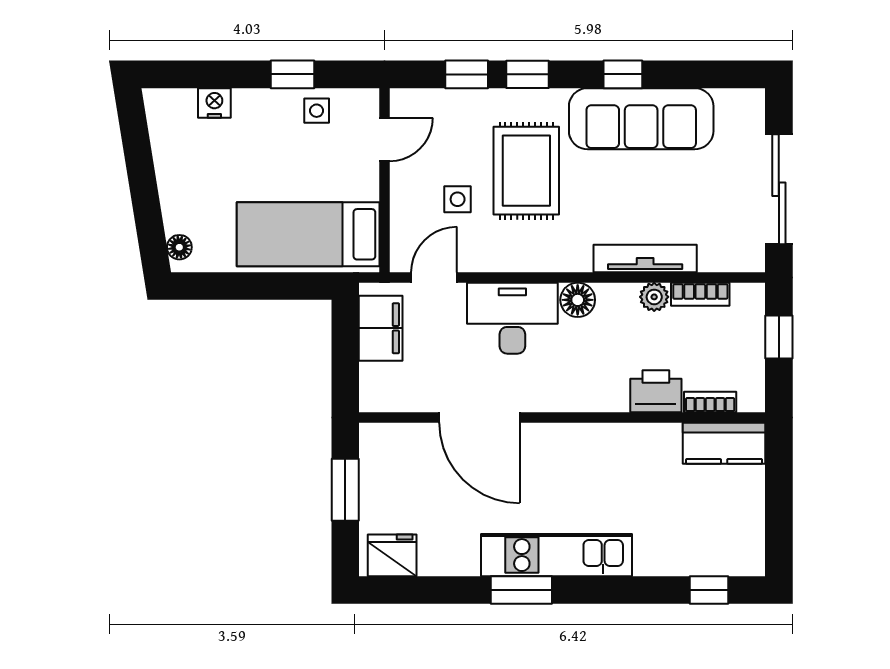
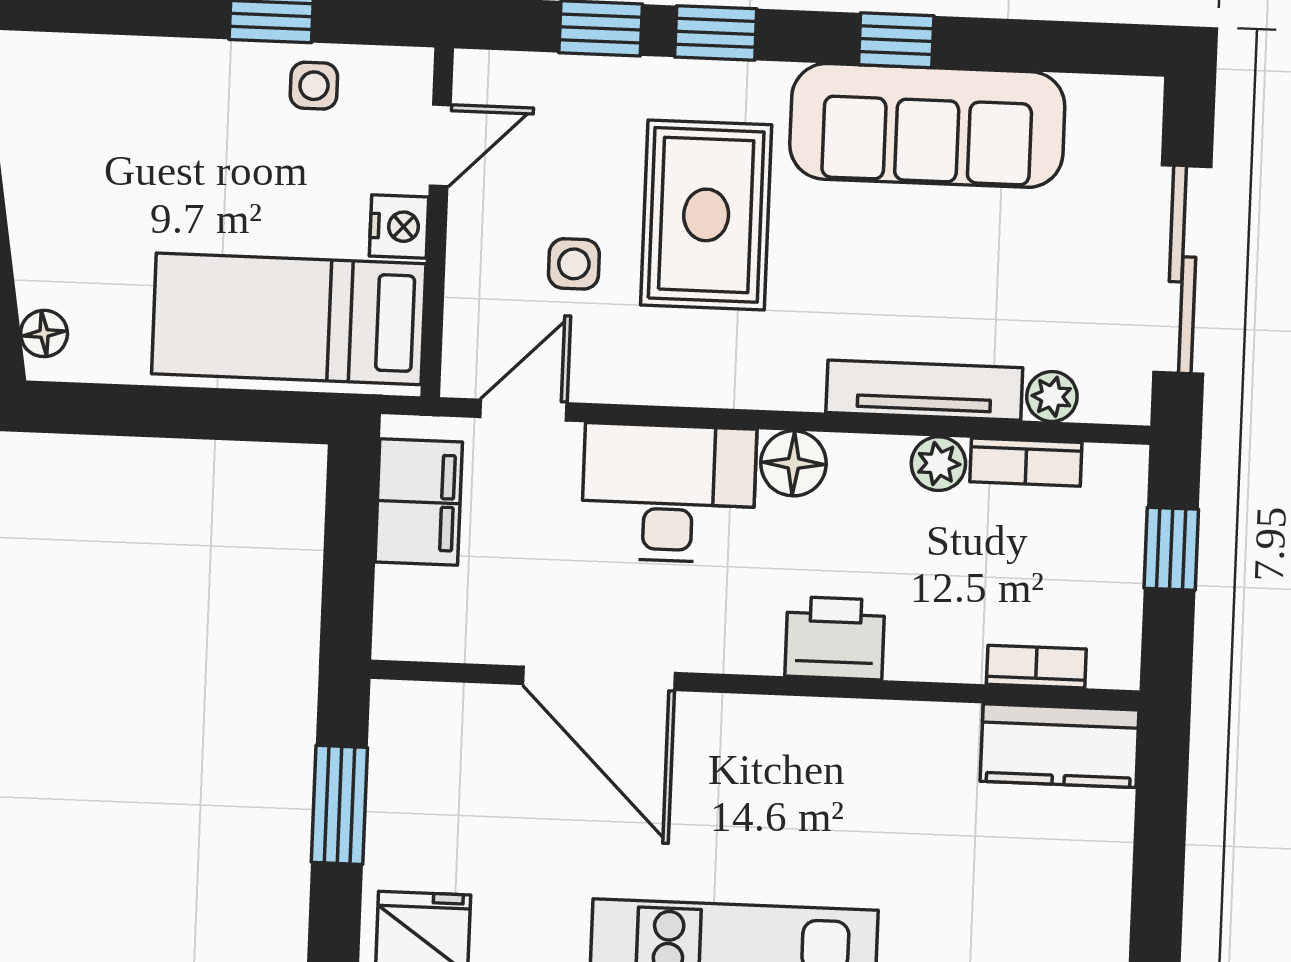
nightstand: (214, 103) -> (399, 226), moved, turned 90
plant: (713, 259) -> (1052, 397), added
printer: (656, 391) -> (835, 638), moved

